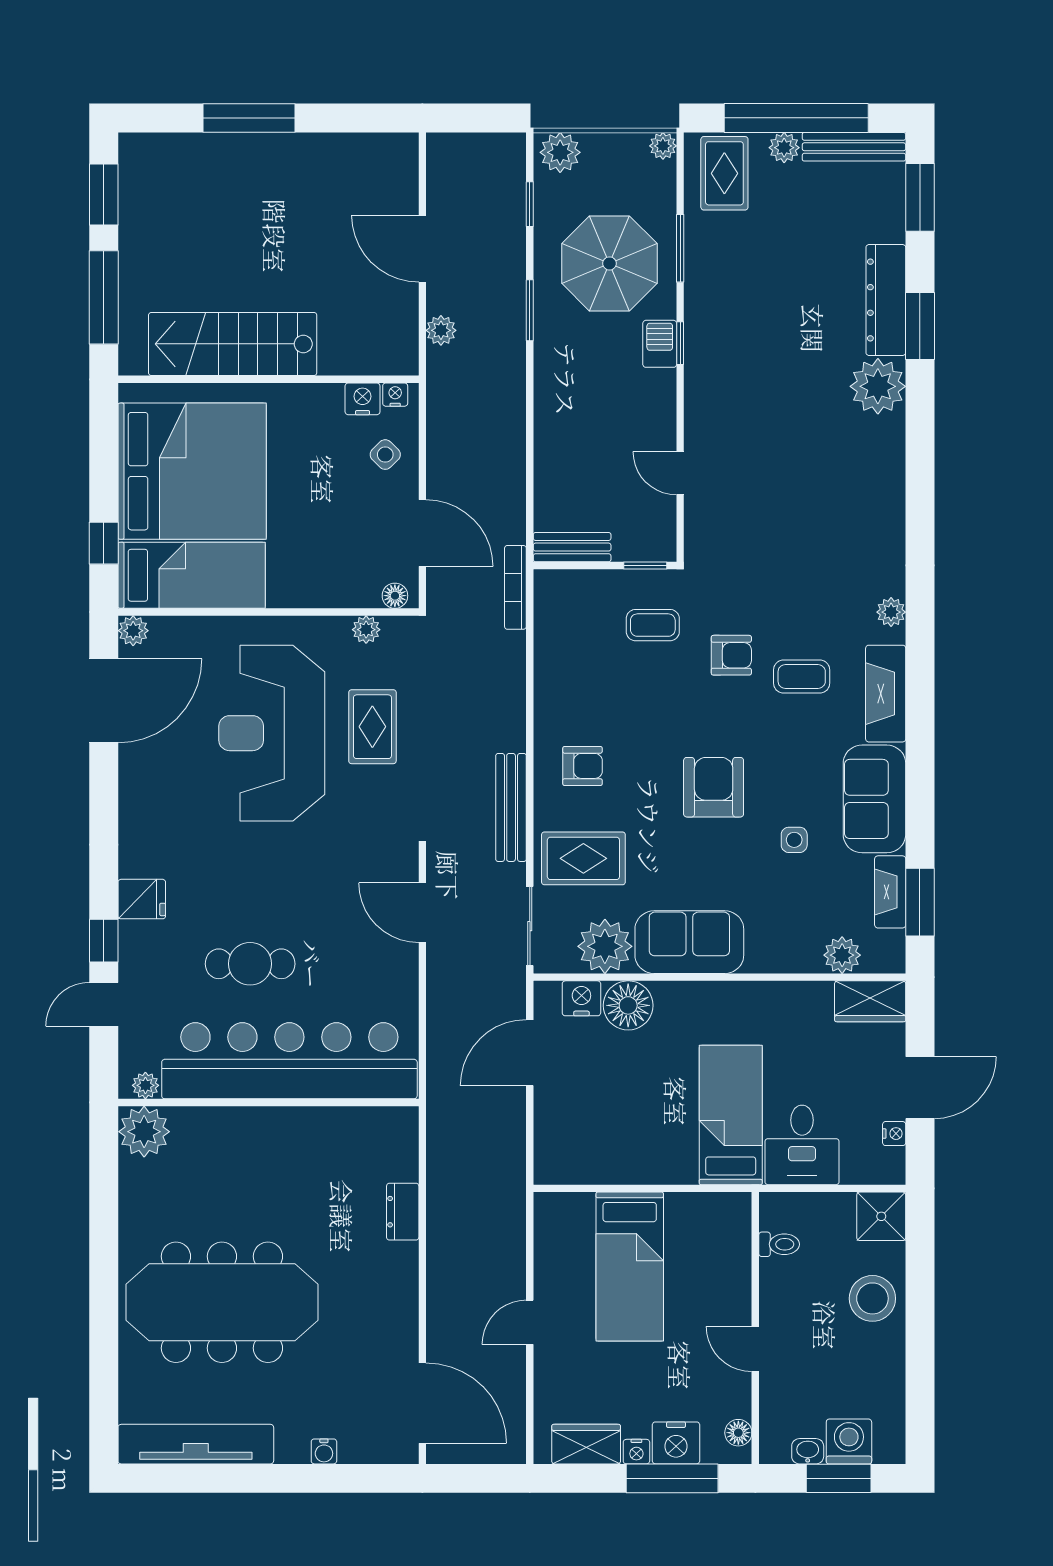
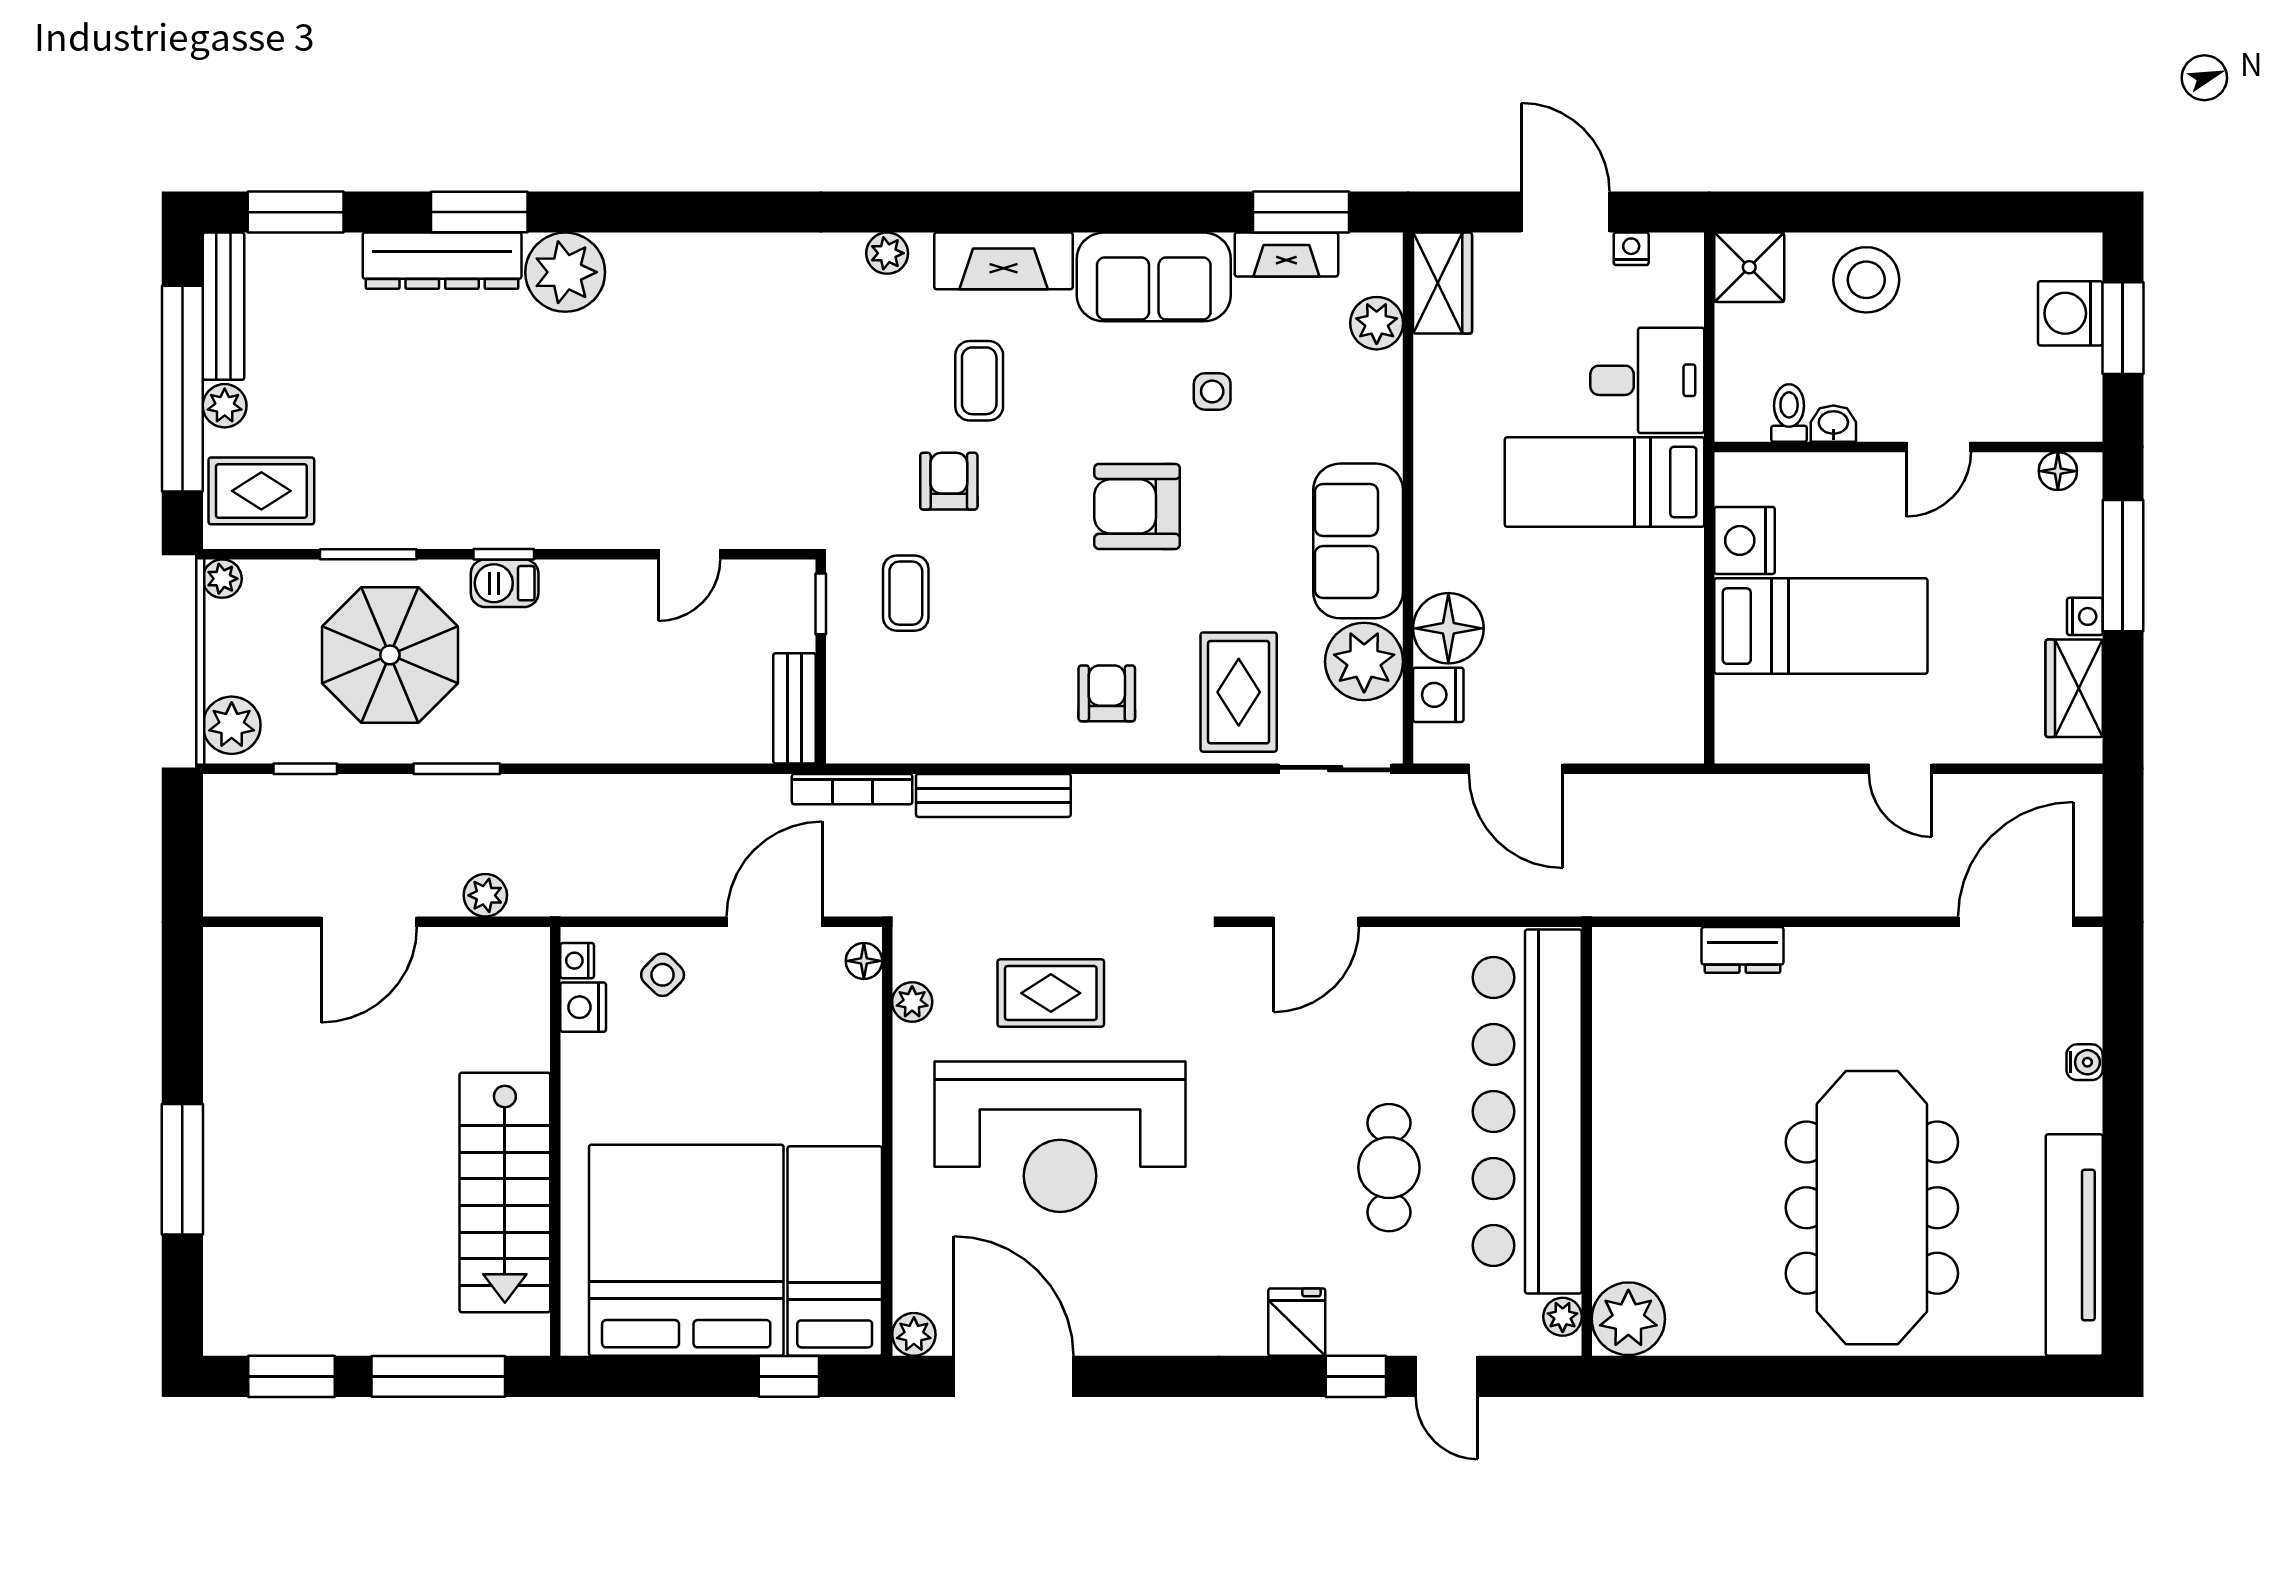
bench: (511, 807) -> (993, 795), moved
nightstand: (676, 1443) -> (1745, 540), moved, turned 180
washbasin: (808, 1451) -> (1833, 424), moved, turned 90

